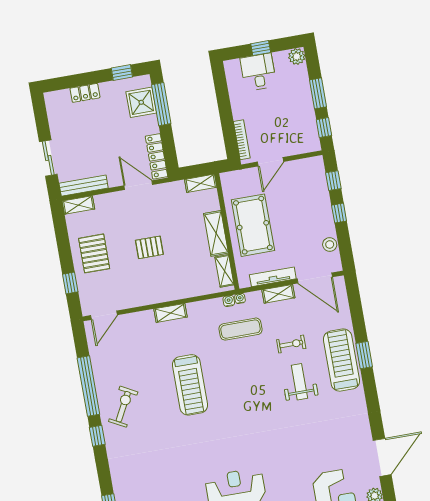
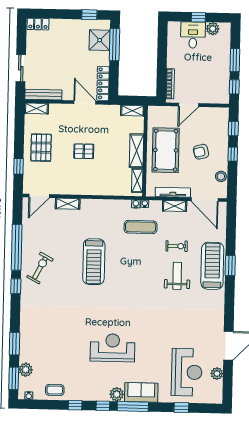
plant: (297, 56) -> (213, 29), moved
locker: (85, 93) -> (38, 24), moved
armchair: (298, 218) -> (201, 152), added
shelving: (170, 313) -> (68, 204), moved

